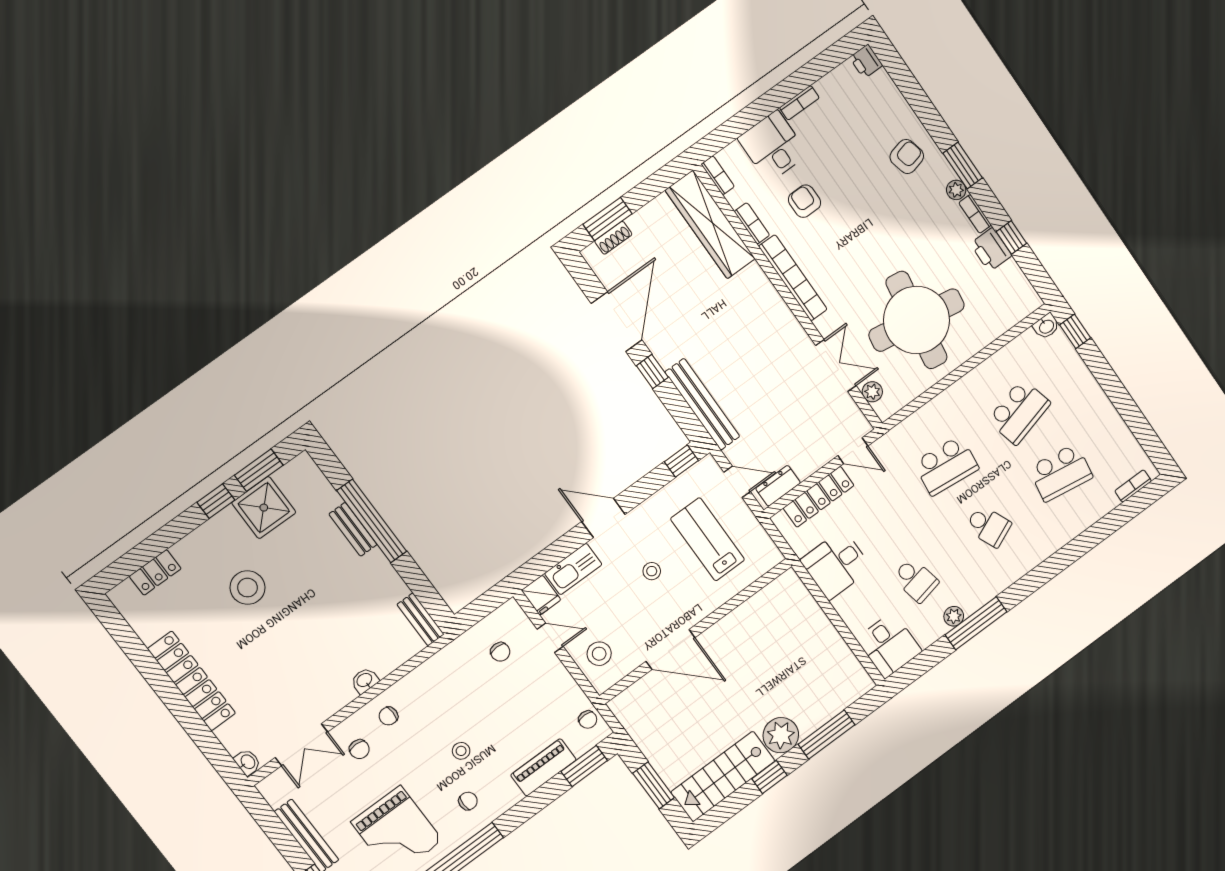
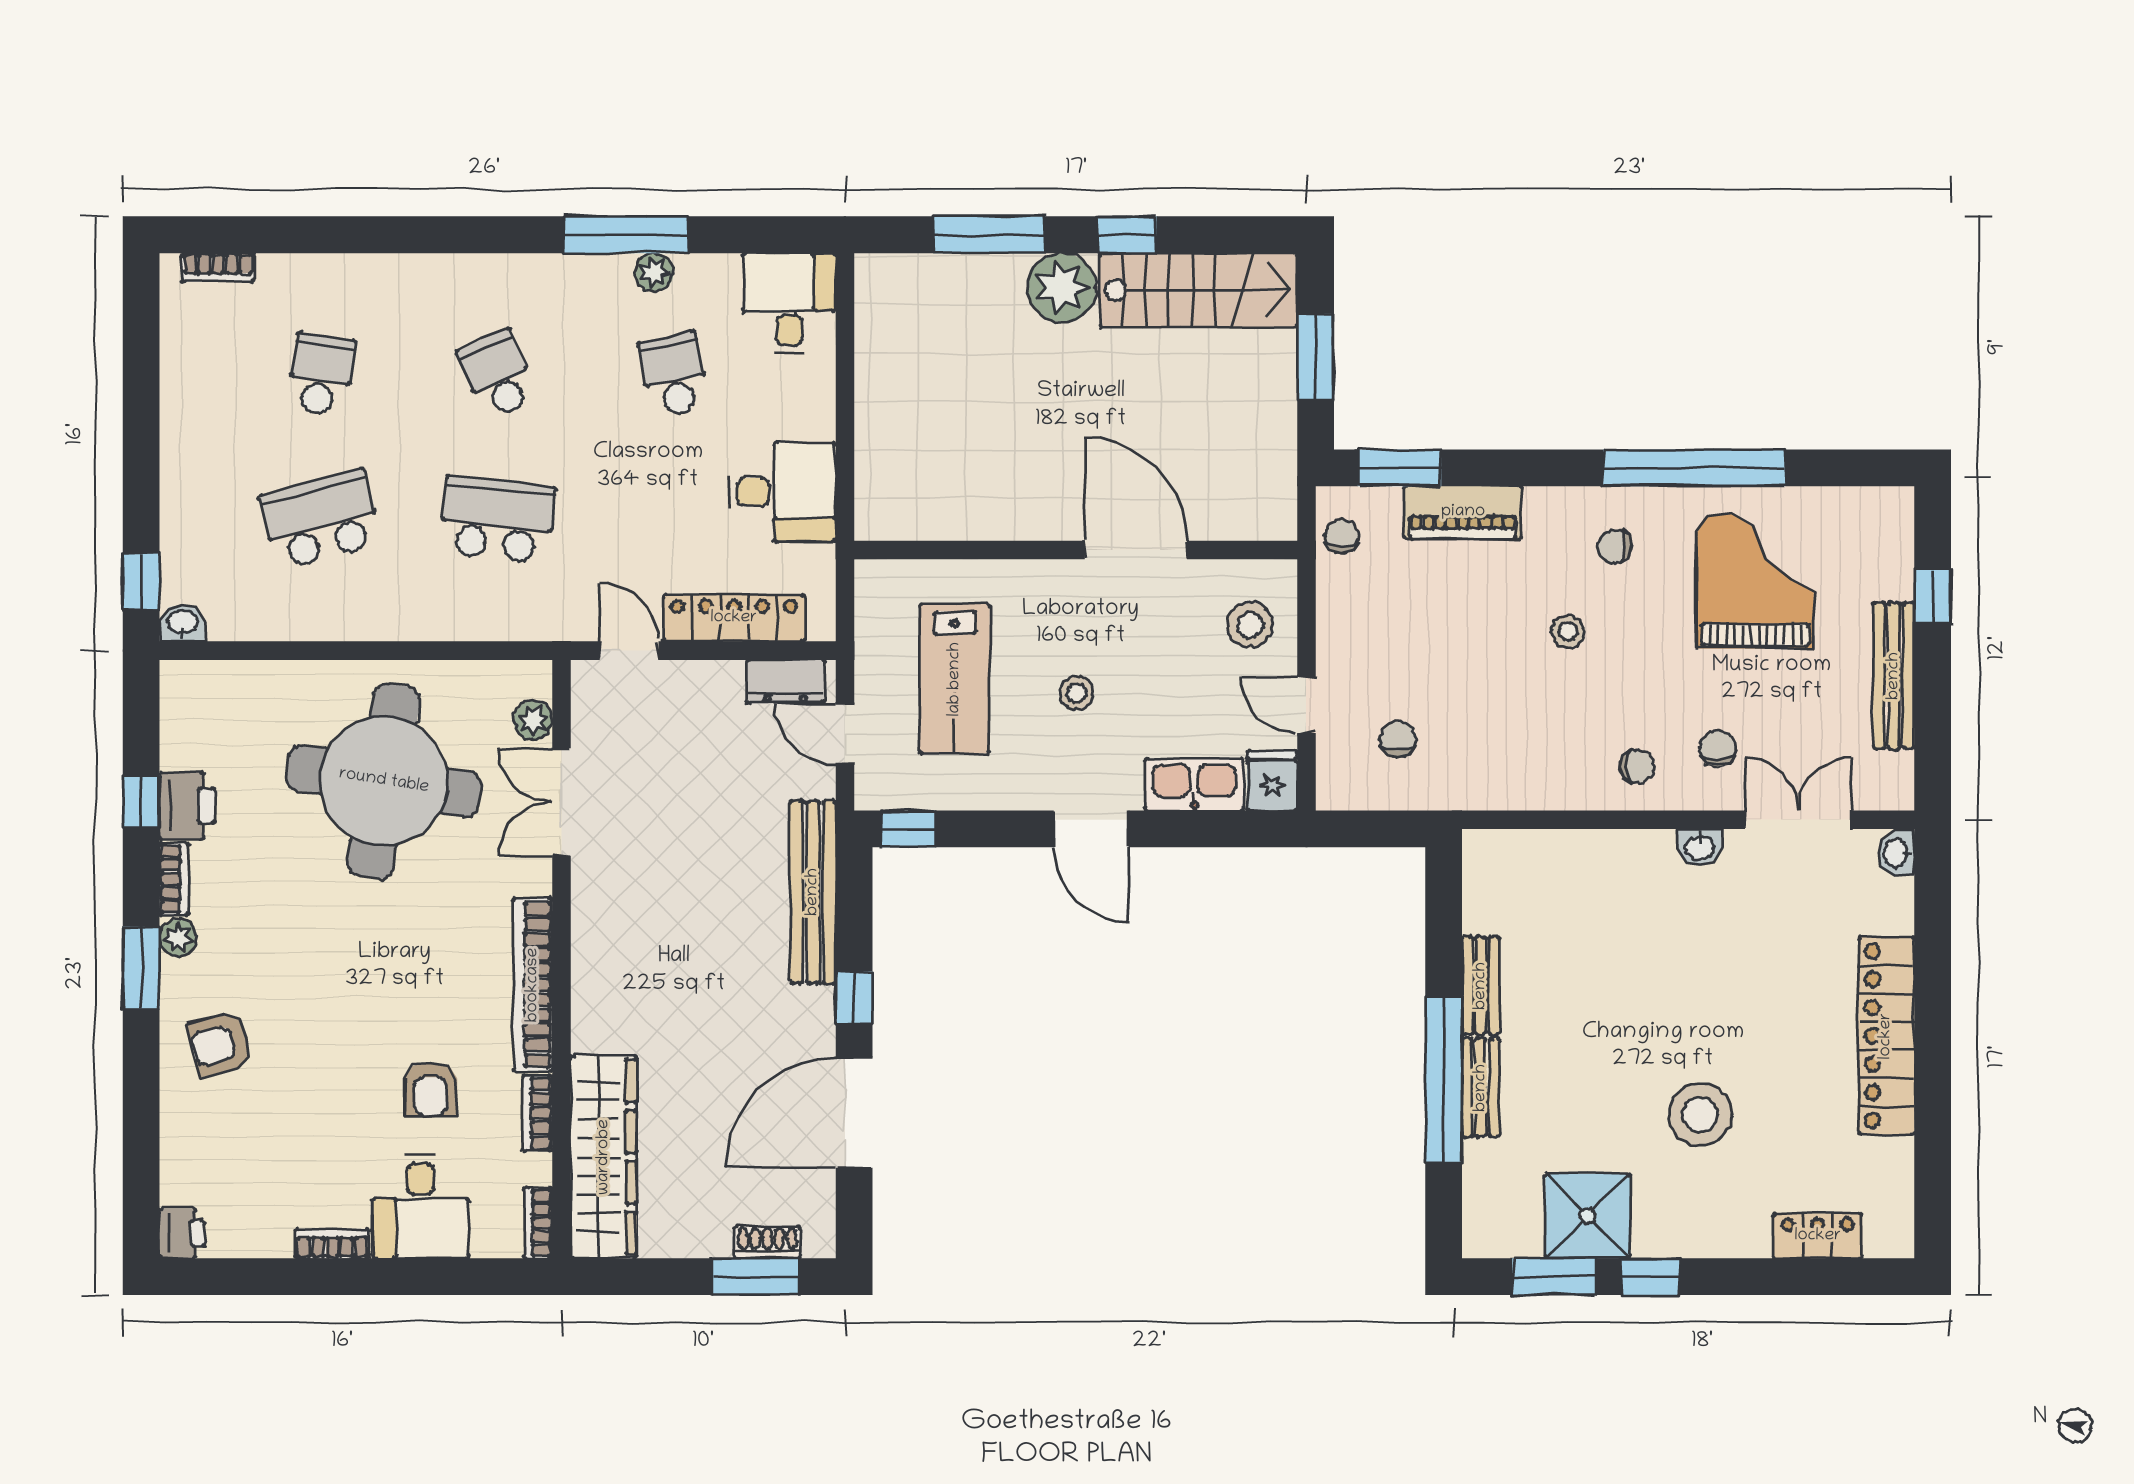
school desk: (1061, 473) -> (321, 375), width x0.54
bench: (421, 619) -> (1481, 986), moved
washbasin: (365, 680) -> (1700, 847), moved

